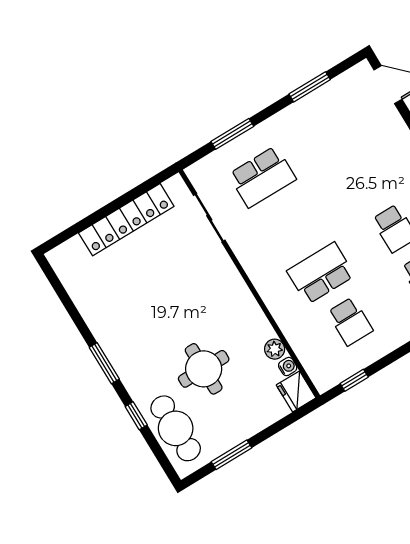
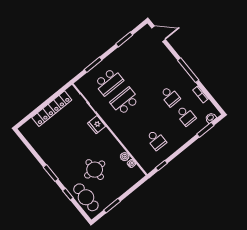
school desk: (321, 273) -> (125, 101), moved
fridge: (296, 391) -> (97, 125), moved

